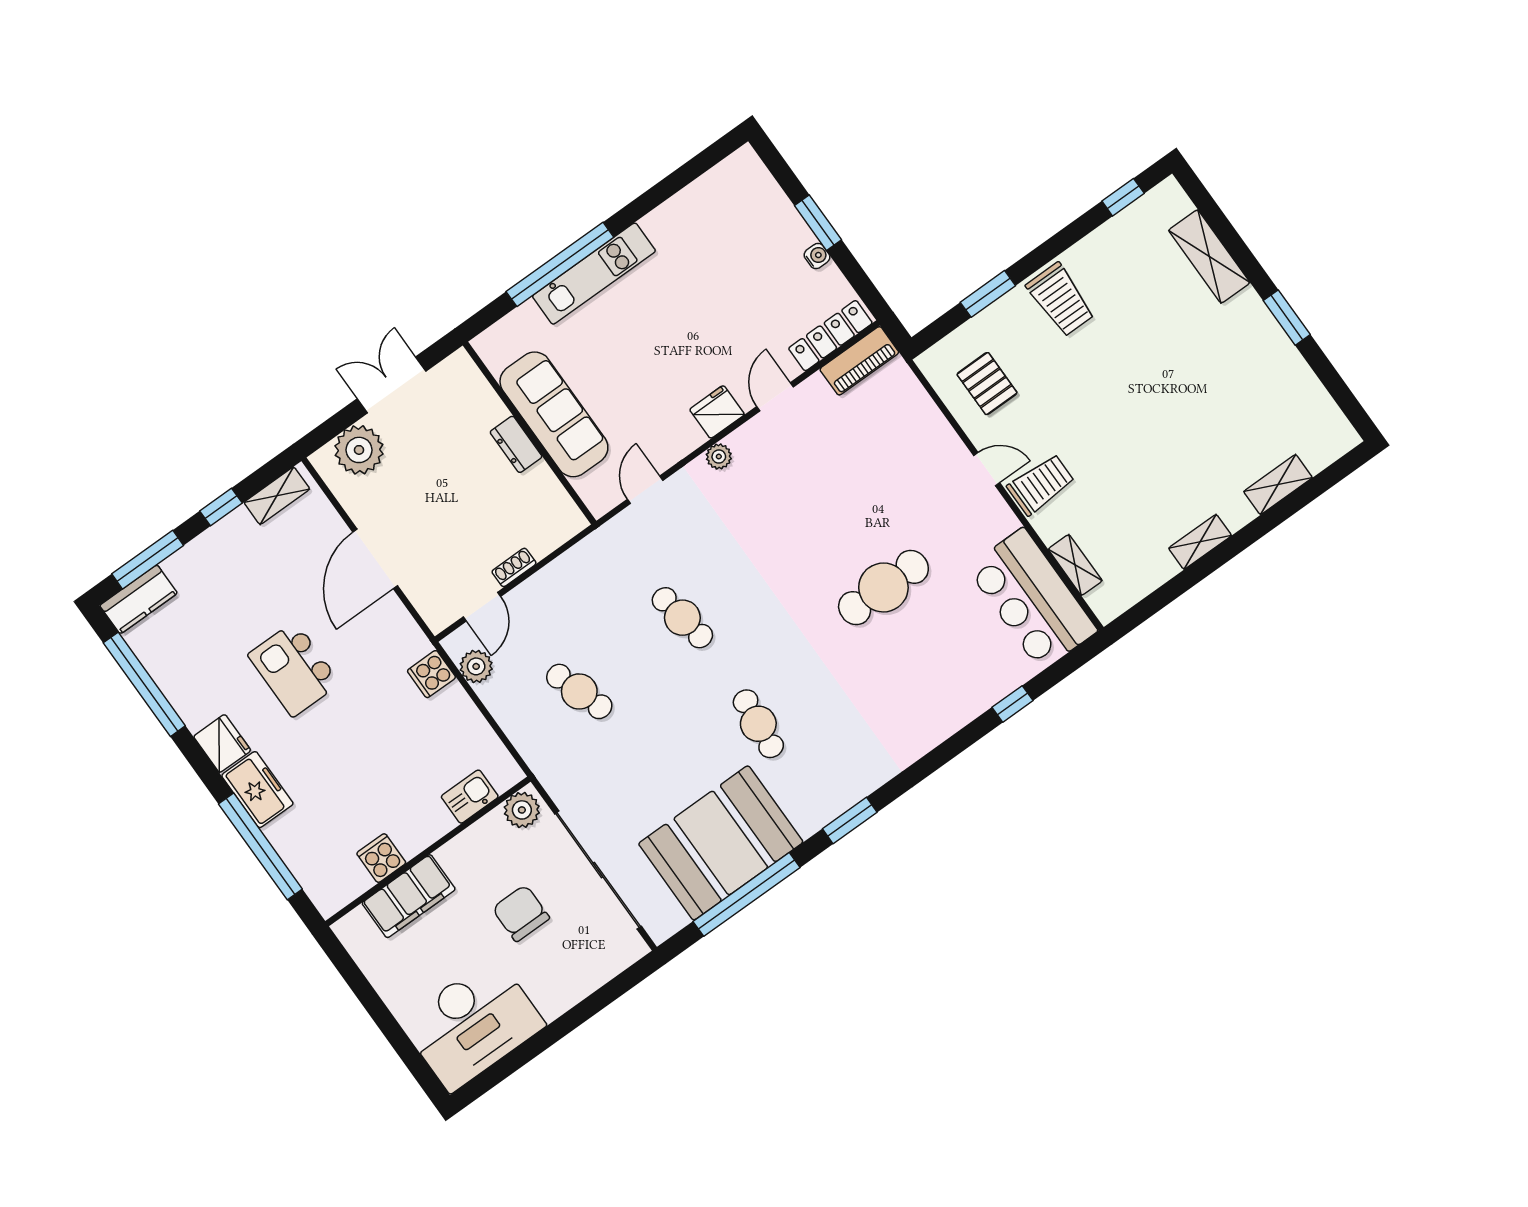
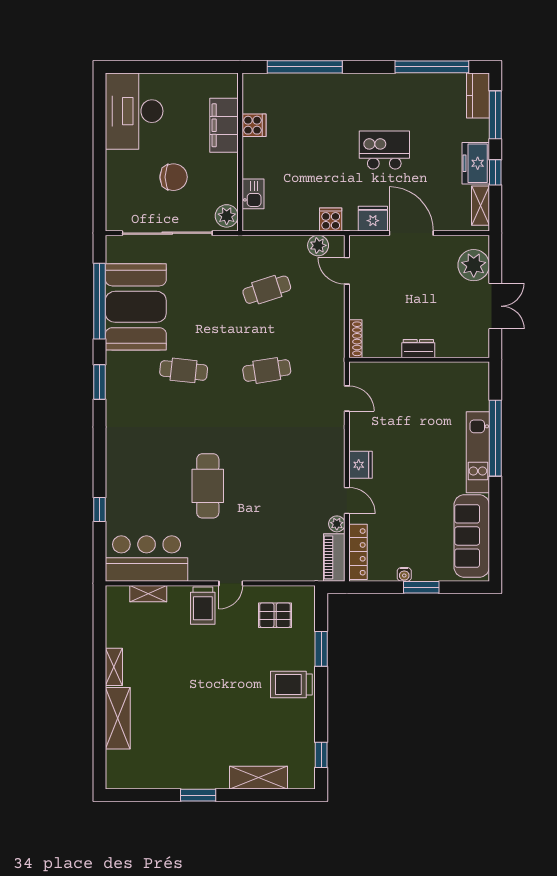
sofa: (554, 414) -> (472, 536), moved, turned 90
plant: (719, 457) -> (337, 524), moved
shelving: (1278, 485) -> (118, 718), width x1.50, depth x1.33
shoe rack: (514, 567) -> (355, 339), moved, width x1.43
fridge: (222, 743) -> (373, 219), moved, turned 180
freezer: (257, 790) -> (476, 163), moved, turned 90

